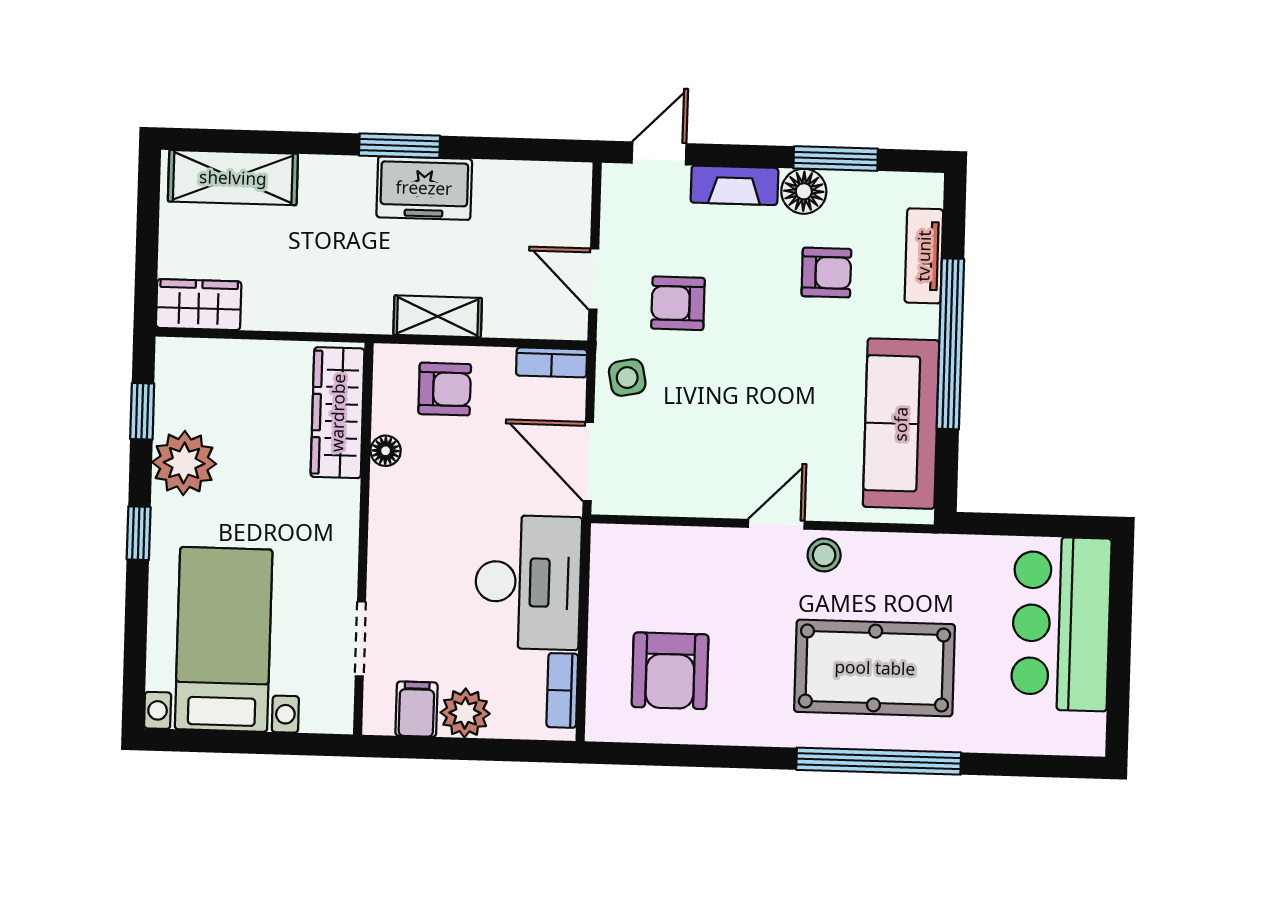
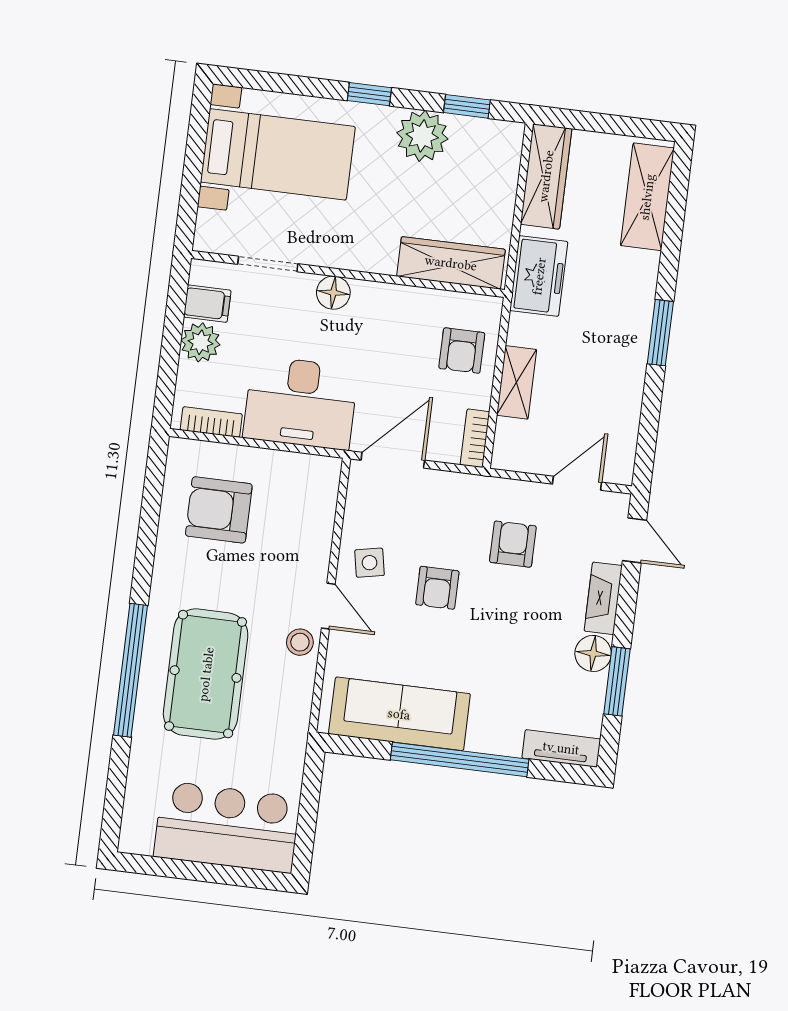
freezer: (424, 188) -> (539, 276), moved, turned 180
tv unit: (924, 256) -> (561, 748), moved
armchair: (826, 273) -> (437, 588), moved
door: (594, 279) -> (577, 483), moved
wardrobe: (199, 305) -> (546, 176), width x1.50
shelving: (438, 316) -> (517, 382), moved
side table: (627, 378) -> (370, 563), moved
floor lamp: (386, 451) -> (333, 293), moved, width x1.37, depth x1.37

